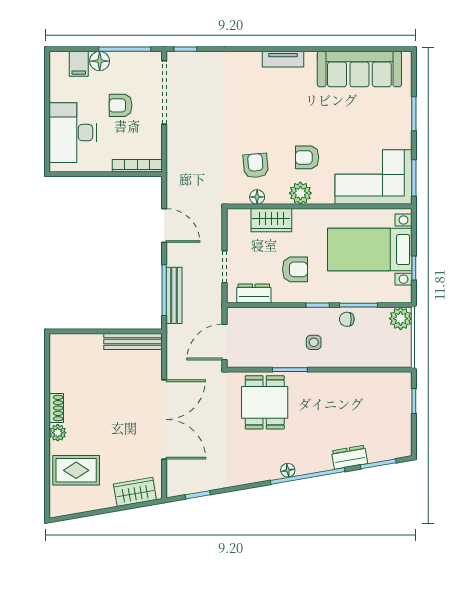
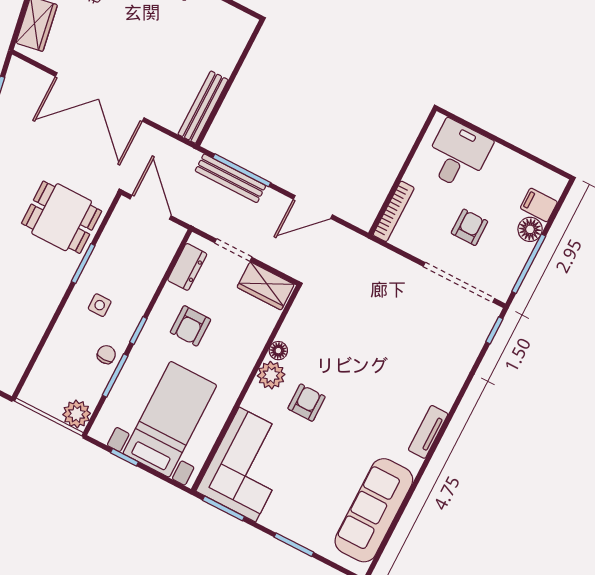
desk: (73, 133) -> (458, 155), width x0.73
armchair: (256, 166) -> (327, 341), removed
floor lamp: (257, 197) -> (278, 351), moved
wardrobe: (271, 220) -> (266, 286), moved, turned -90

